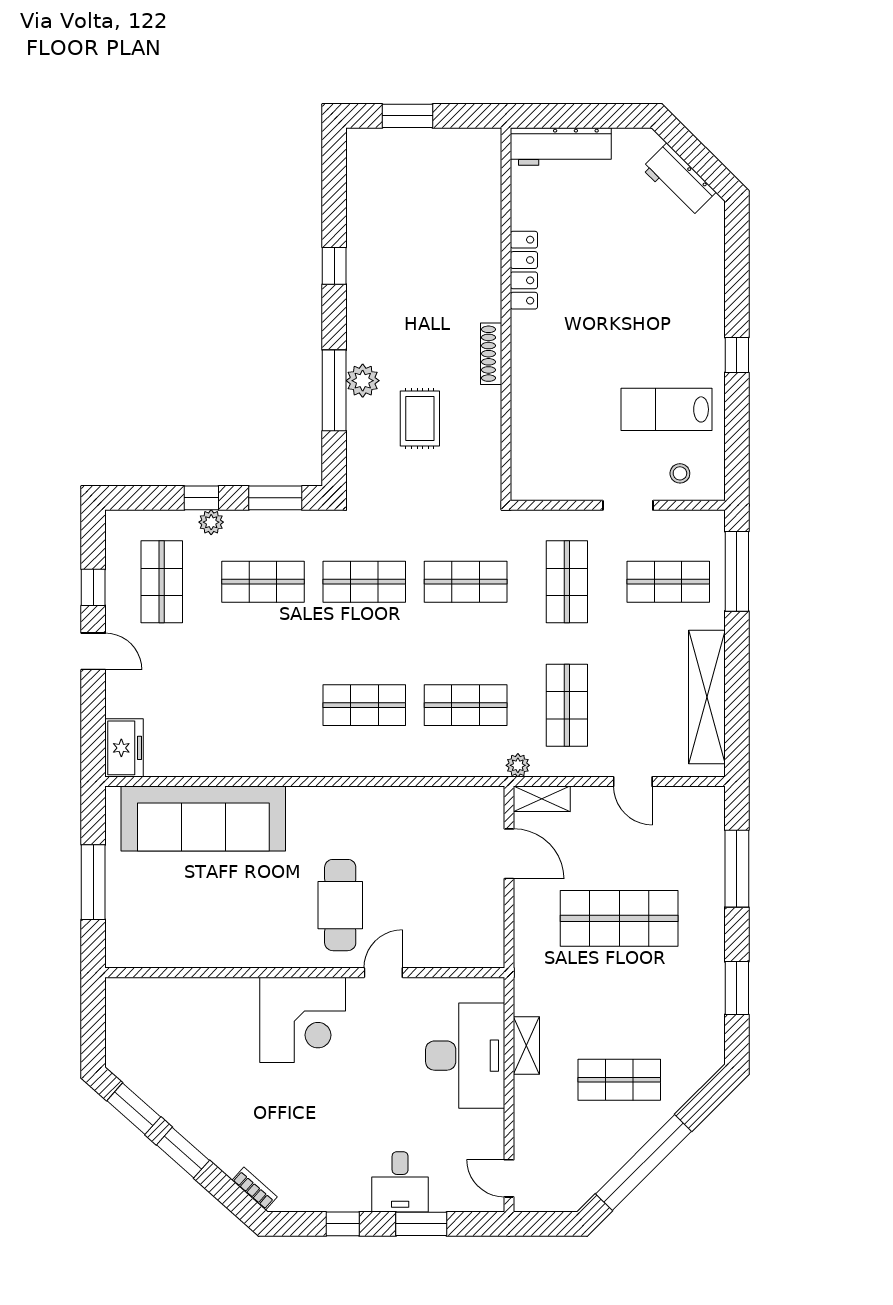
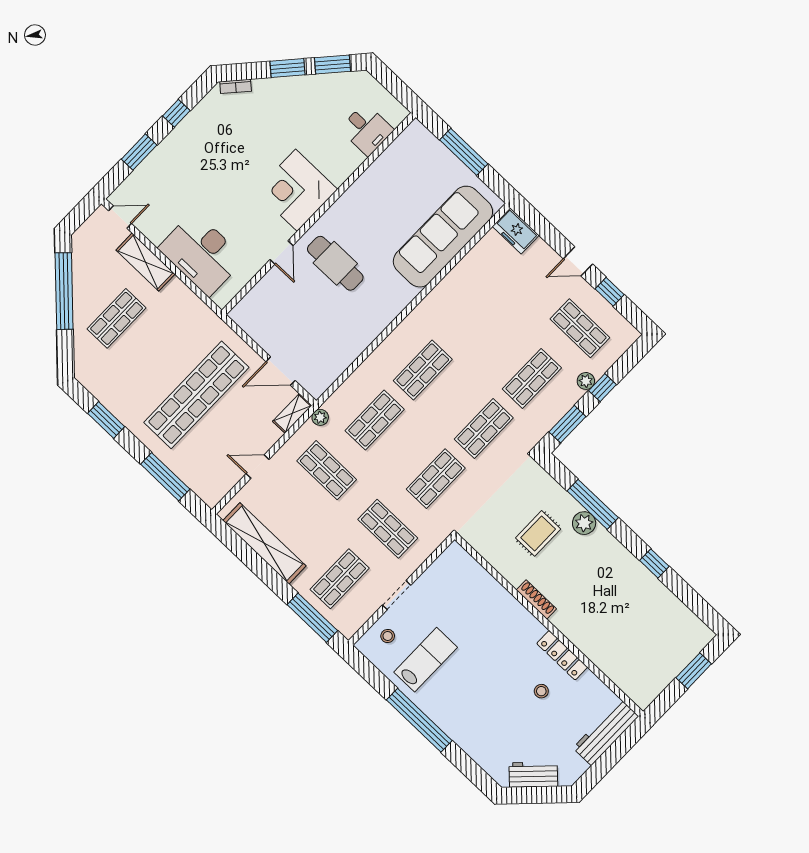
stool: (583, 256) -> (541, 691), added
window: (737, 355) -> (419, 720), width x3.17
rug: (420, 418) -> (538, 533), turned 90
shop shelf: (619, 918) -> (196, 395), width x1.40
shelving: (526, 1046) -> (145, 262), moved, width x1.50, depth x1.33
desk: (400, 1182) -> (367, 129), moved, turned 180

